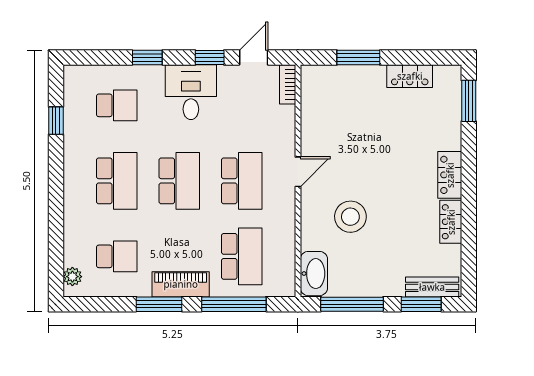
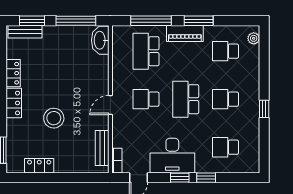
window: (210, 57) -> (180, 178), moved
window: (358, 57) -> (72, 178), removed
desk: (191, 92) -> (172, 156), width x1.37
bench: (311, 104) -> (102, 148), added
window: (56, 121) -> (264, 109), moved
school desk: (117, 181) -> (225, 99), width x0.54
school desk: (242, 181) -> (146, 99), width x0.54
stool: (350, 217) -> (54, 118), moved

